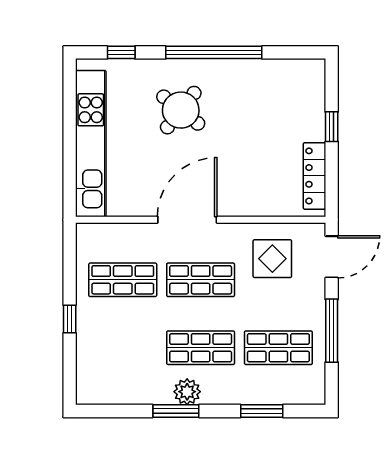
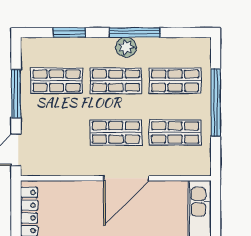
display table: (272, 259) -> (61, 149), removed
window: (70, 319) -> (216, 103), width x3.17
shop shelf: (123, 348) -> (175, 81), added
window: (176, 411) -> (135, 33), width x1.44

